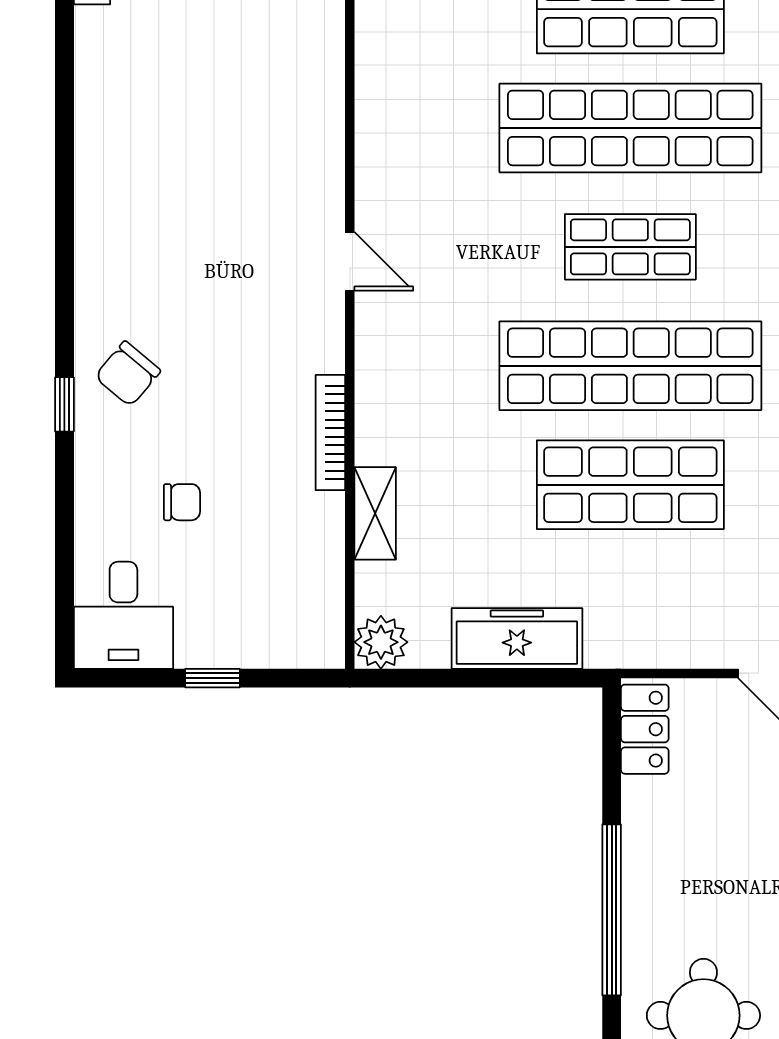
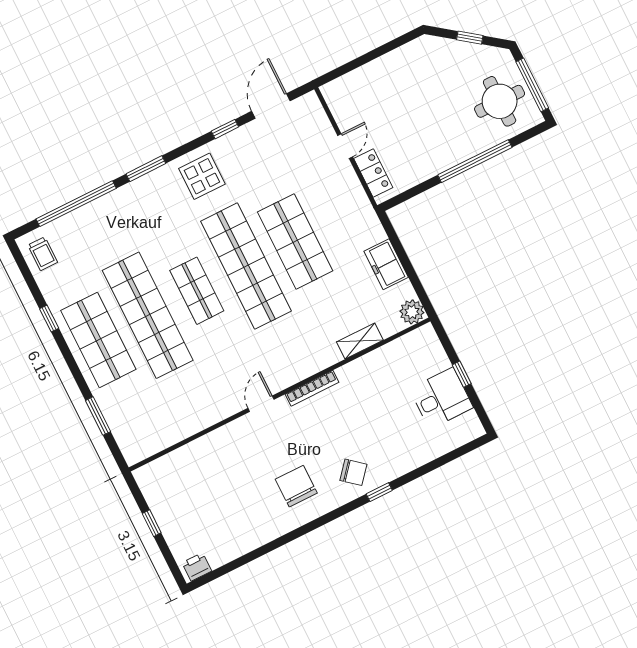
bookcase: (330, 433) -> (312, 388), moved
chair: (182, 502) -> (296, 486), moved, width x1.87, depth x1.87
desk: (123, 615) -> (441, 398), moved
freezer: (517, 638) -> (386, 264), width x0.71
locker: (645, 729) -> (373, 173), moved, turned 90

